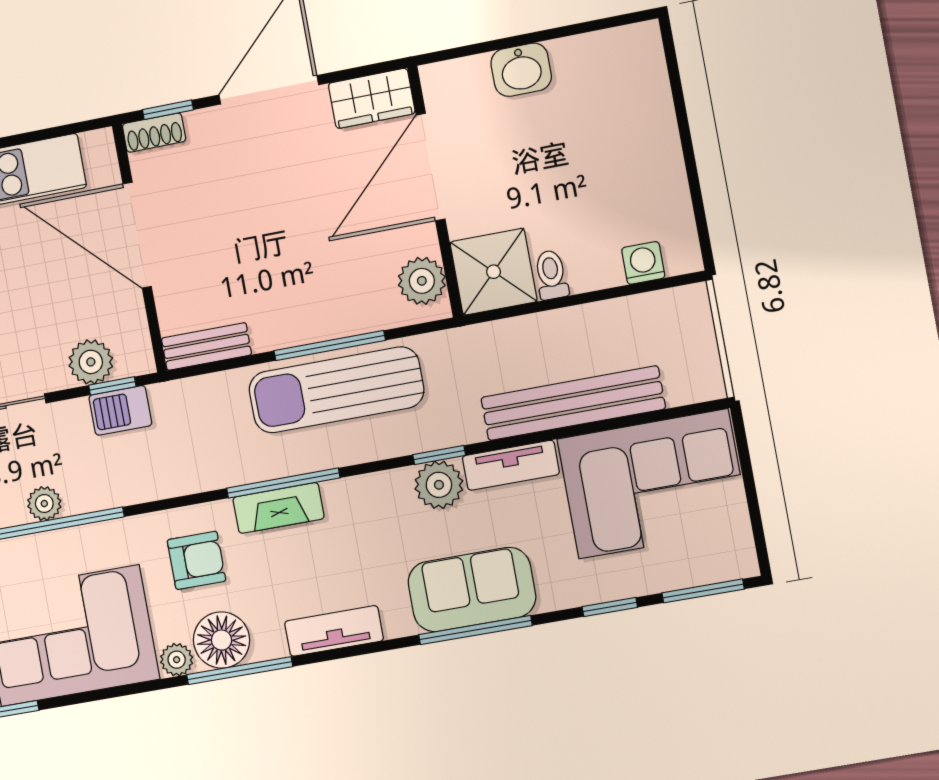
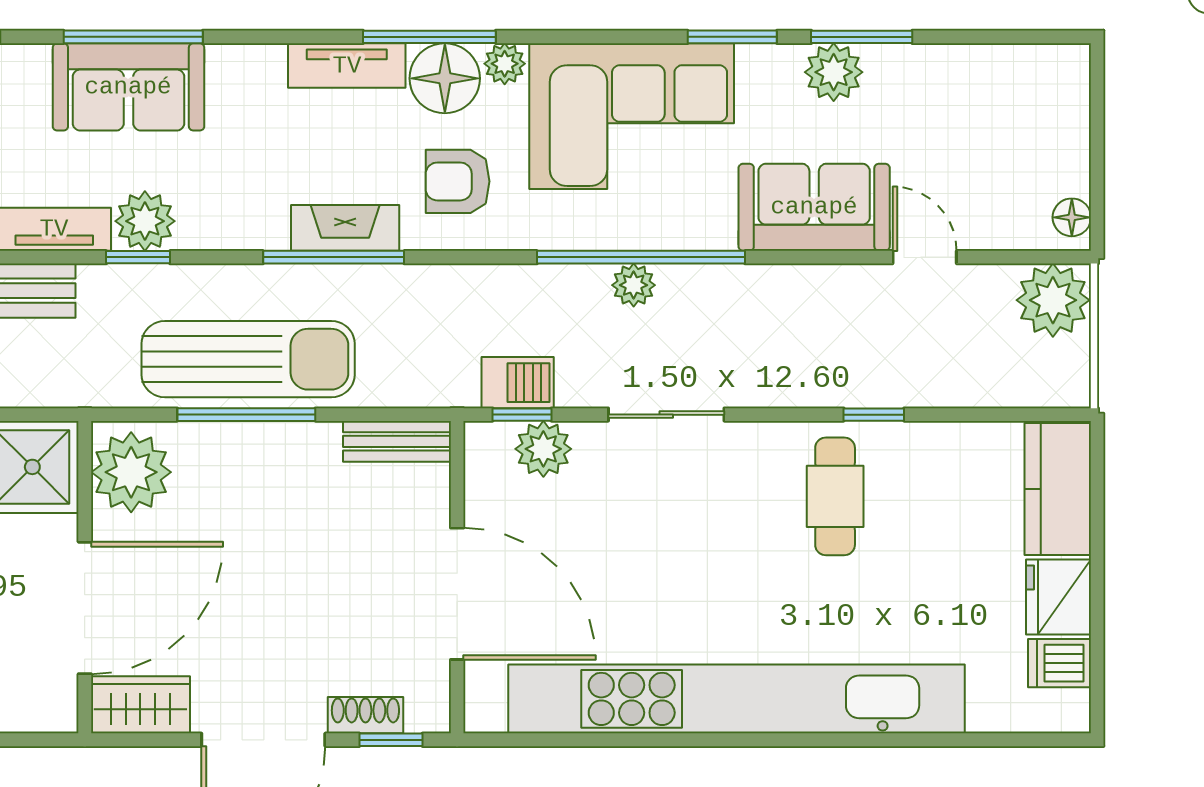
shoe rack: (154, 133) -> (365, 715), moved
plant: (422, 281) -> (131, 472), width x1.36, depth x1.36
tv unit: (334, 631) -> (347, 66), moved

